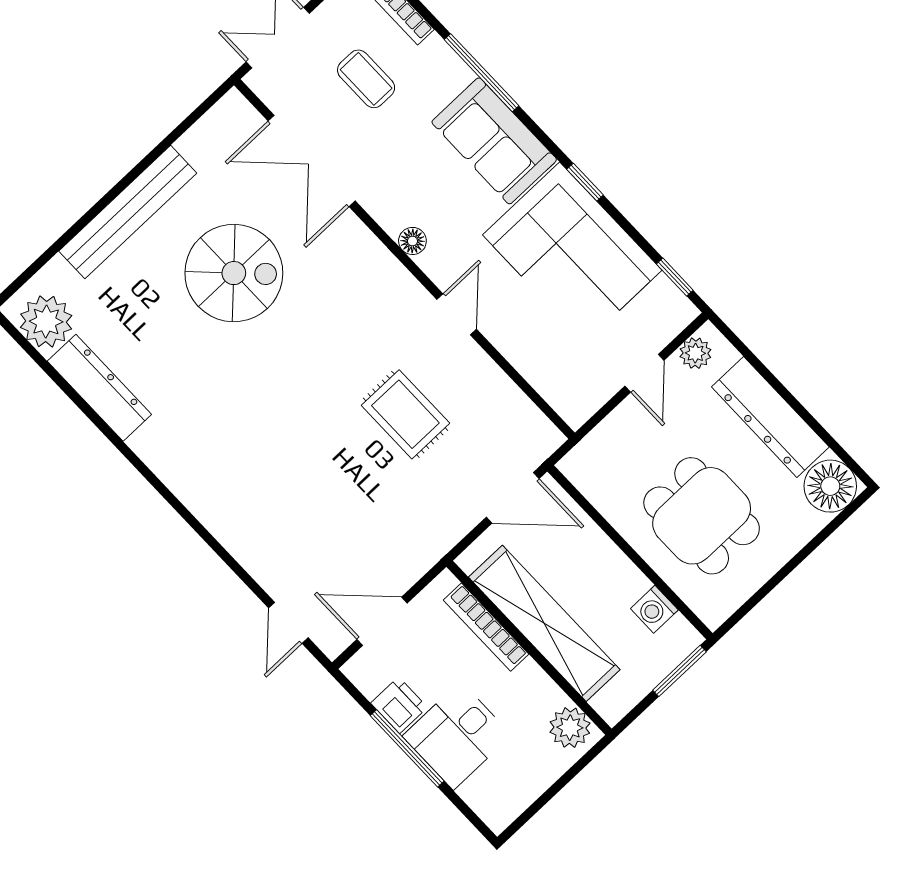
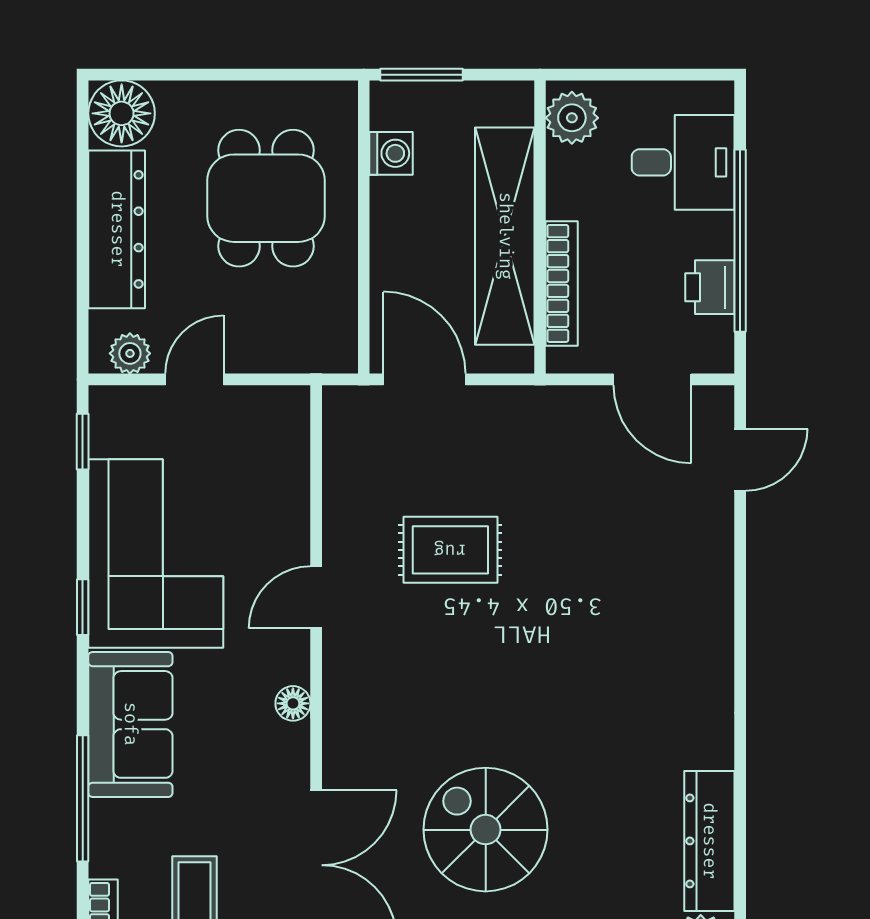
rug: (405, 414) -> (450, 550), turned 90
desk: (457, 736) -> (683, 162), moved
window: (407, 748) -> (740, 241), width x1.46

